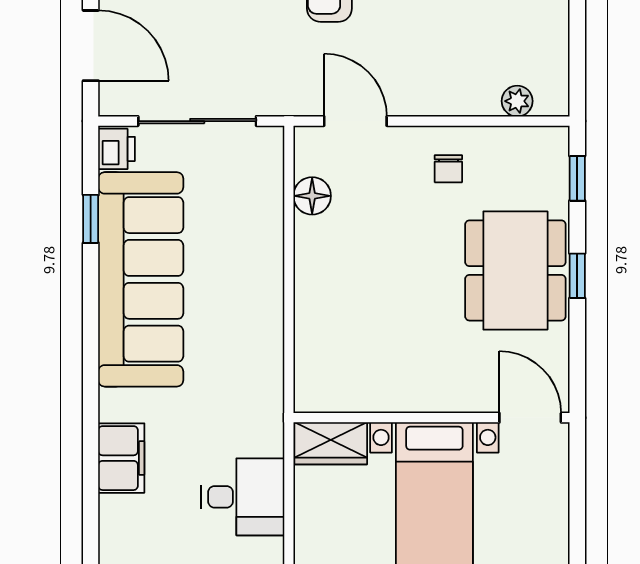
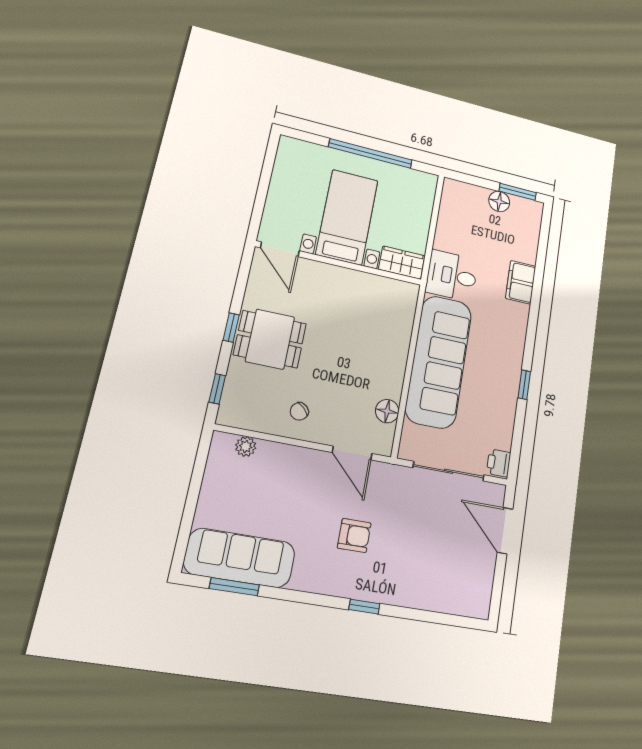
chair: (448, 169) -> (299, 411), turned -138
window: (91, 219) -> (524, 385), moved
dining table: (515, 270) -> (270, 339), width x0.73
sofa: (141, 279) -> (439, 361), moved, turned 180
desk: (243, 497) -> (452, 276), moved

